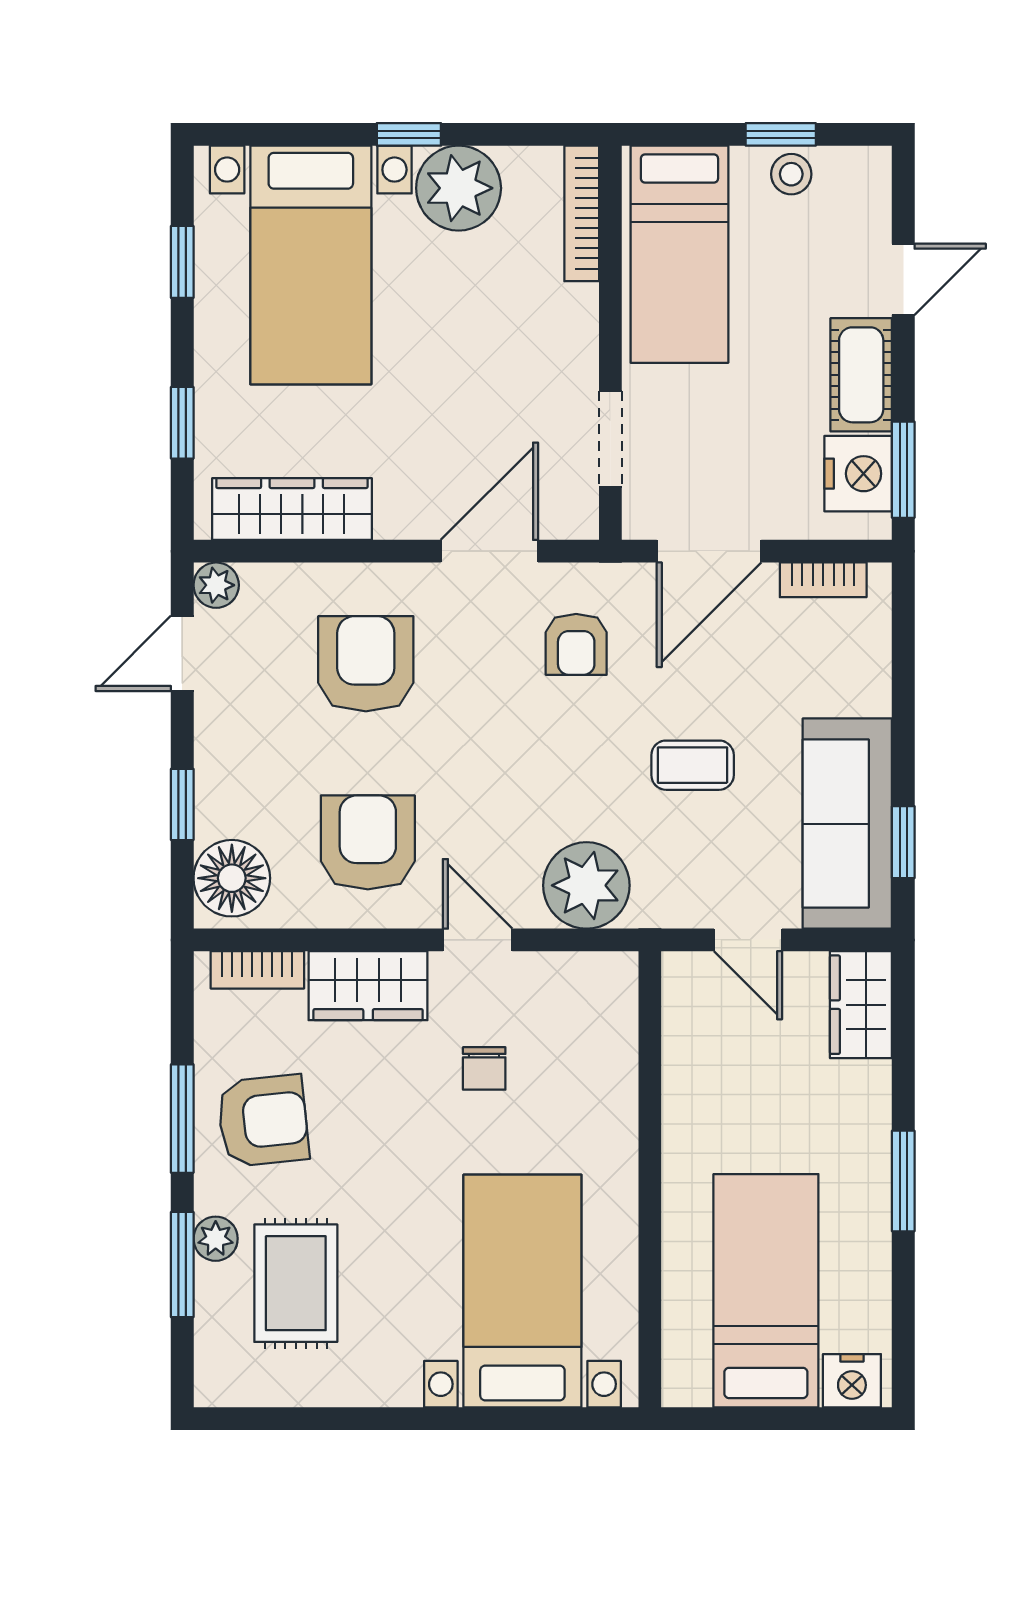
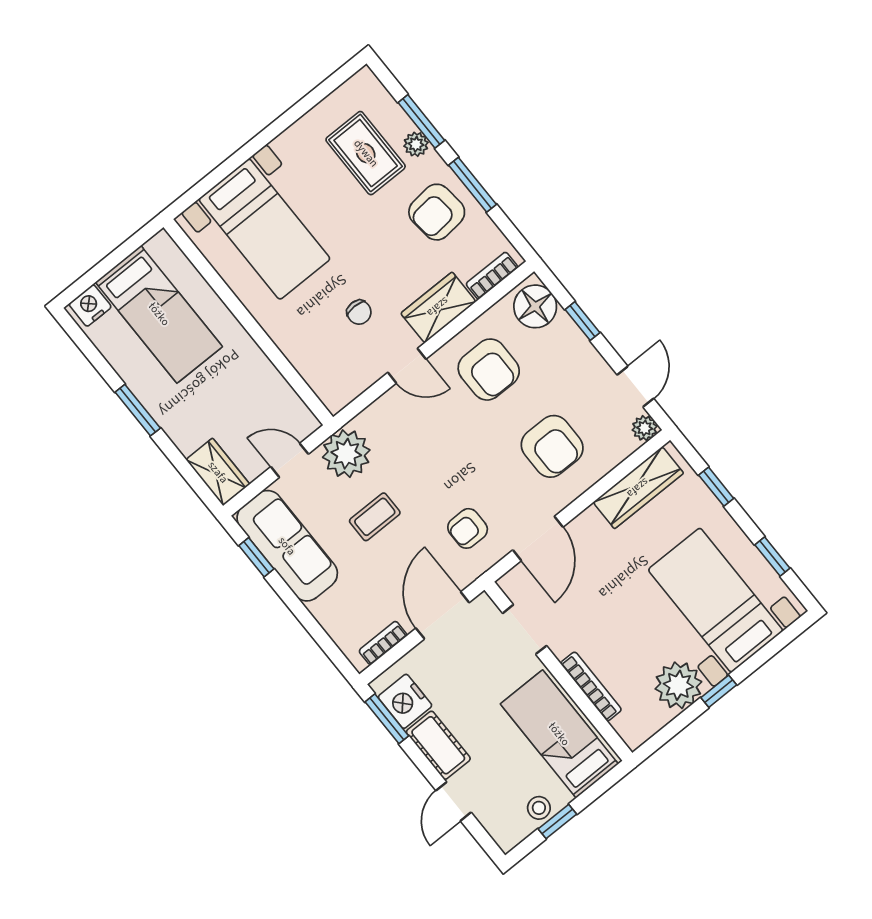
bookcase: (582, 213) -> (591, 686), moved
armchair: (576, 644) -> (468, 528), turned -90
plant: (586, 885) -> (346, 454), moved
chair: (484, 1068) -> (359, 312), turned 180

